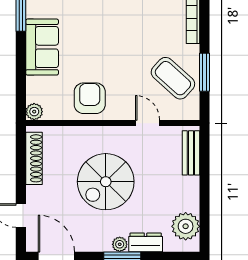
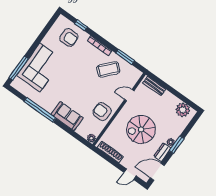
coffee table: (173, 78) -> (108, 69), moved
spiral stairs: (106, 182) -> (141, 129), turned 90
dresser: (146, 242) -> (162, 152), moved

